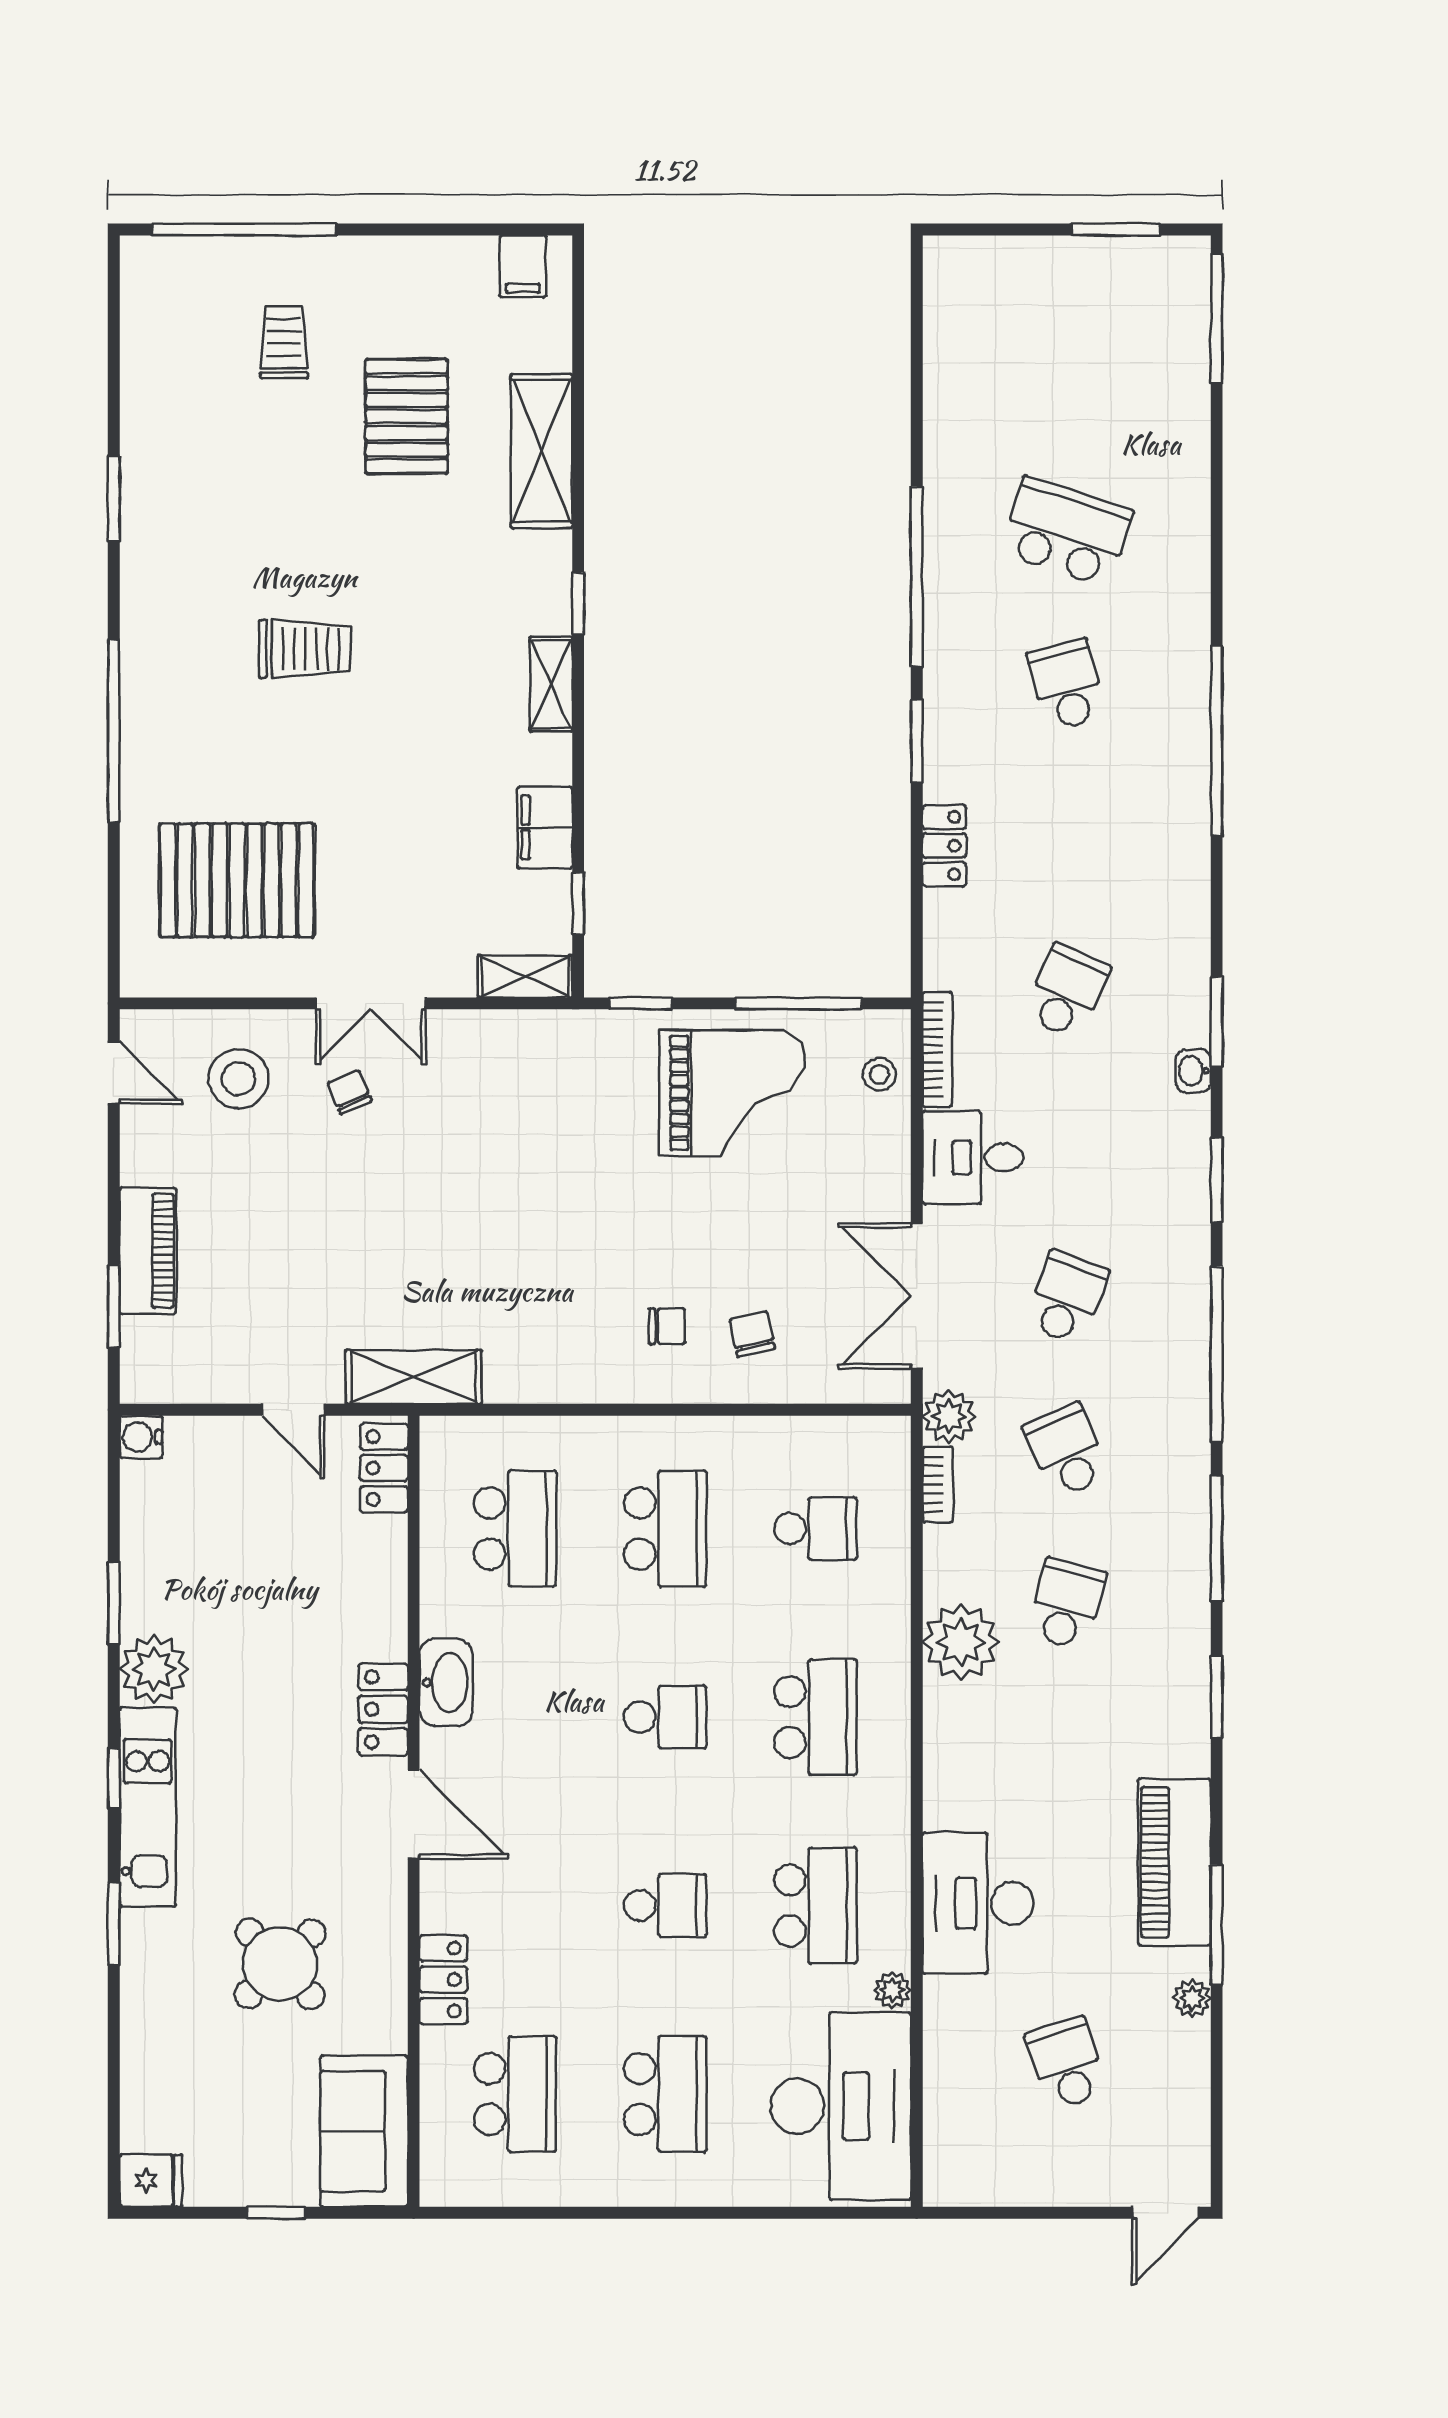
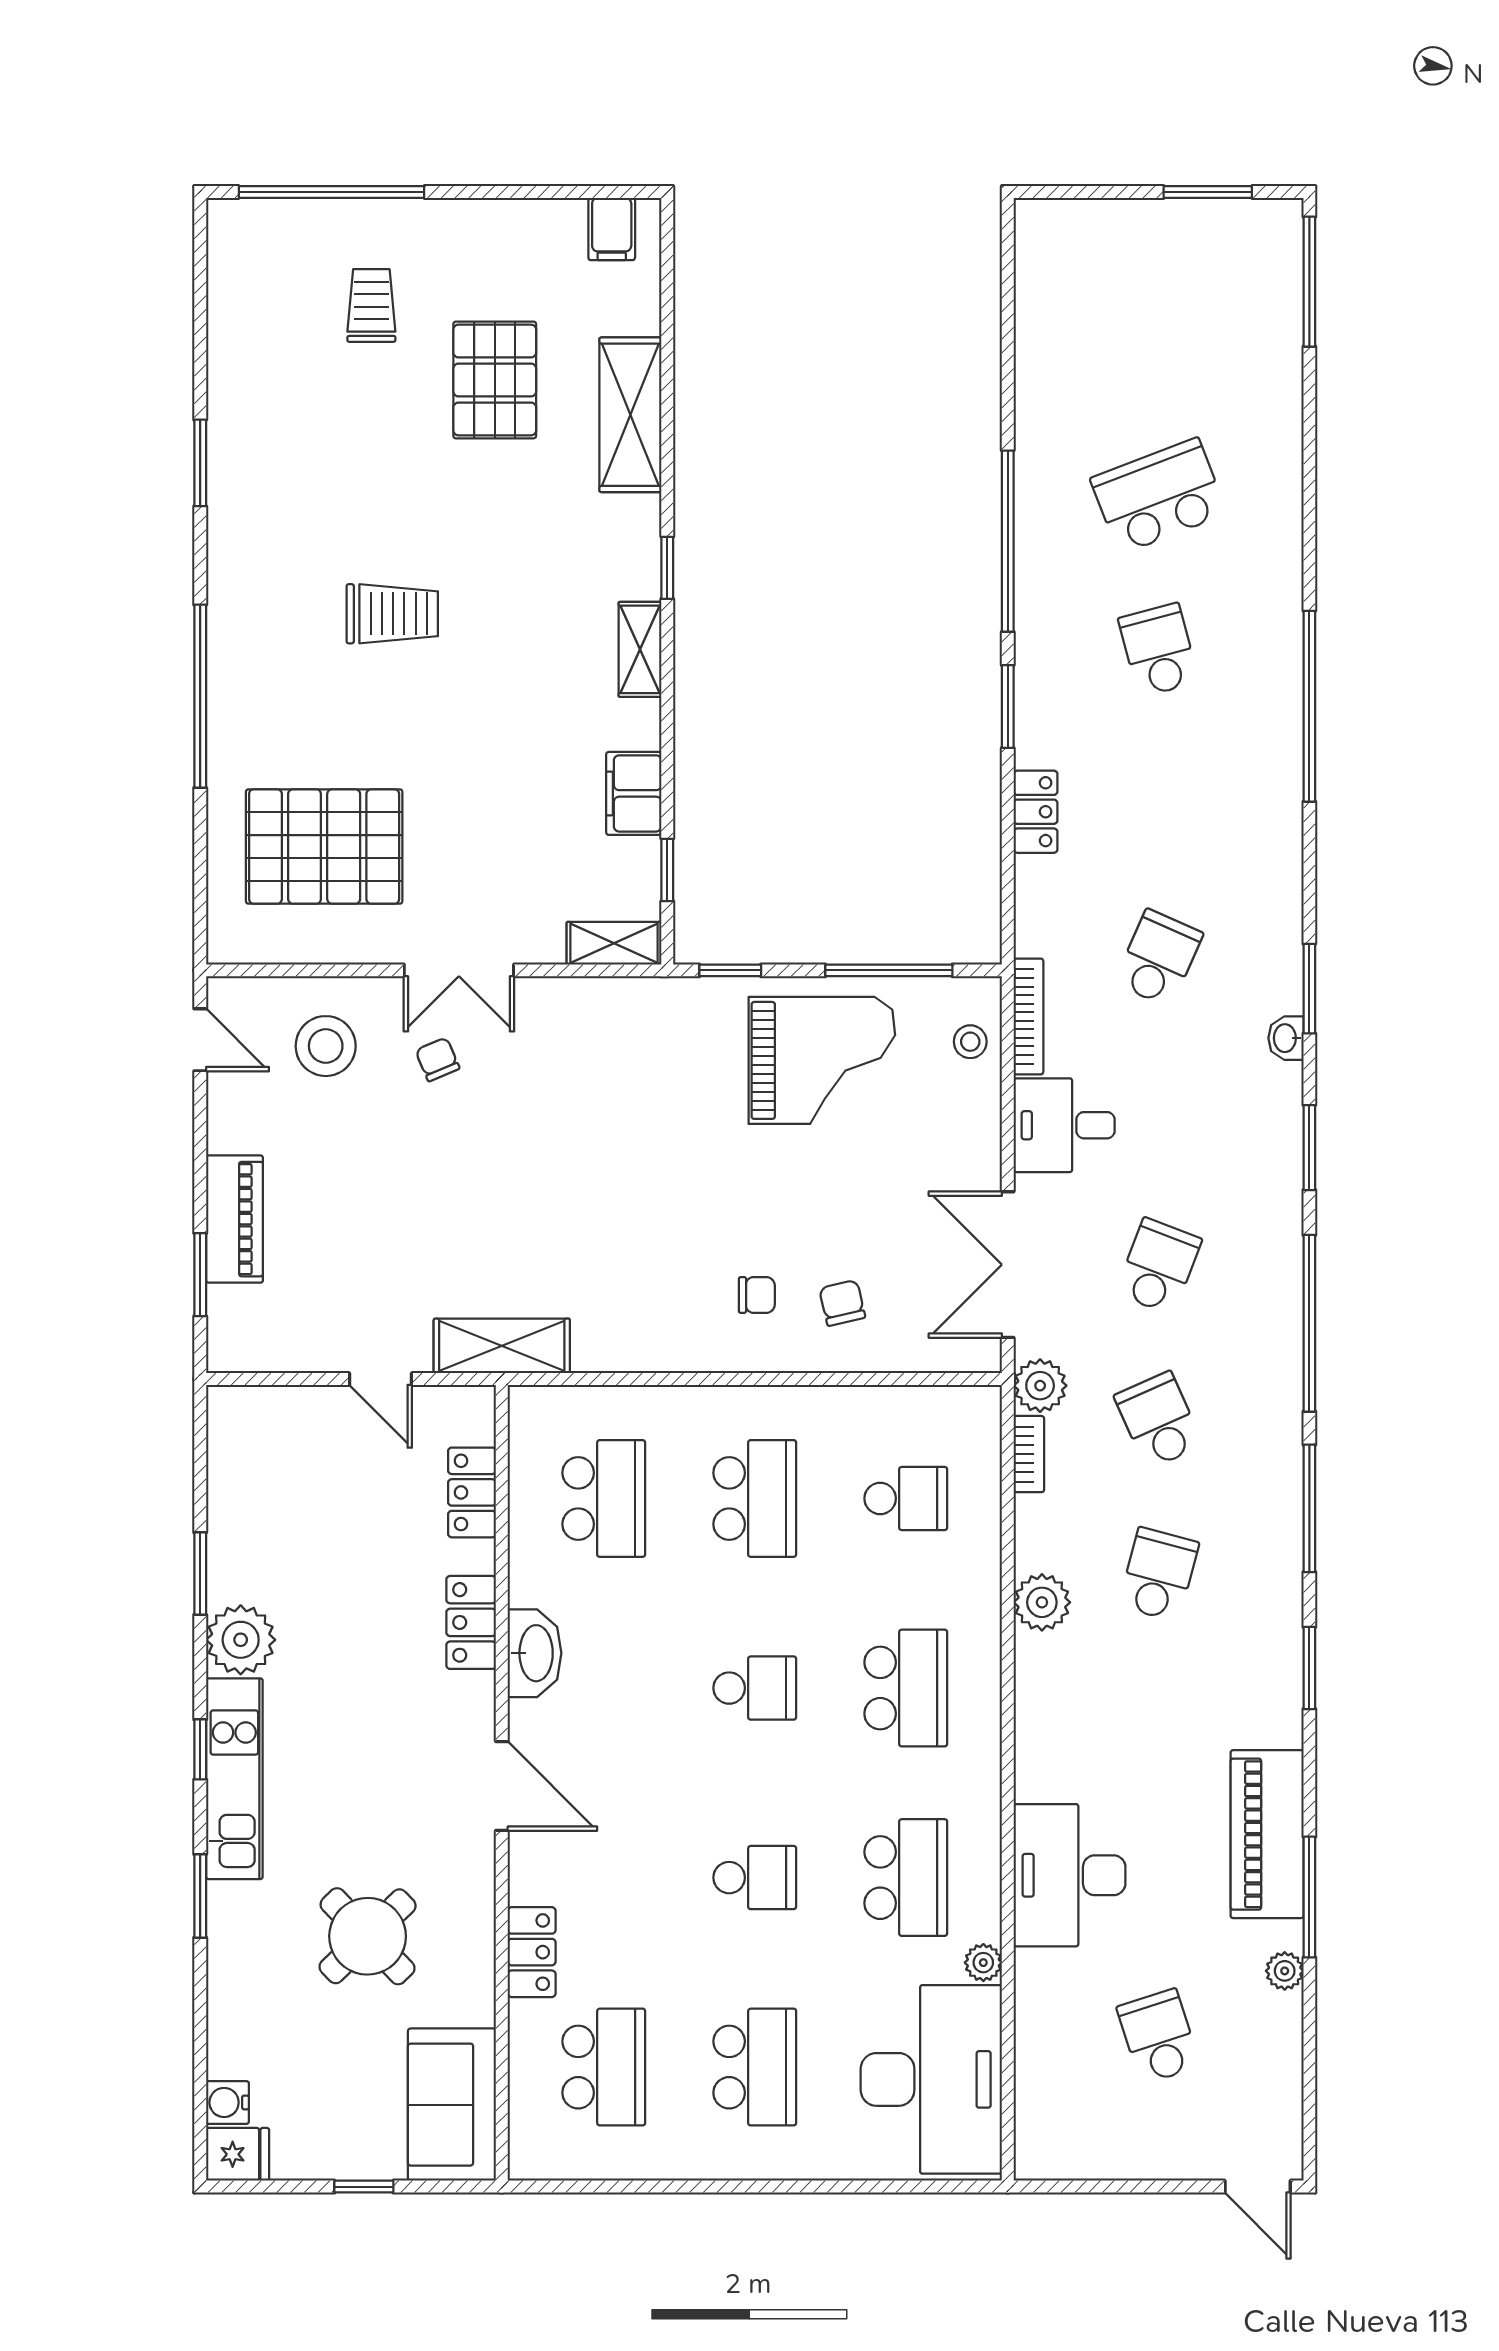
school desk: (1067, 532) -> (1159, 496), turned -39
water cooler: (141, 1437) -> (227, 2102), moved
locker: (384, 1468) -> (472, 1492), moved
plant: (961, 1642) -> (1042, 1602), width x0.73, depth x0.73
locker: (383, 1709) -> (471, 1622), moved
door: (1165, 2213) -> (1258, 2187), hinge flipped

